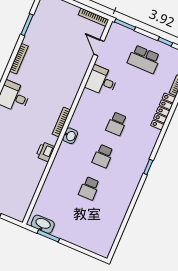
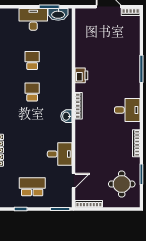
round table: (51, 23) -> (122, 184), added
door: (99, 48) -> (74, 181), hinge flipped
school desk: (117, 124) -> (32, 124), removed
washbasin: (70, 136) -> (66, 116), moved
desk: (70, 230) -> (33, 19), added

